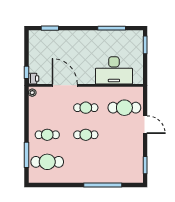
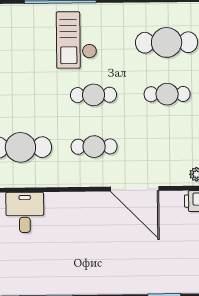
desk: (114, 70) -> (25, 212), width x0.53, depth x0.77
checkout: (94, 164) -> (77, 40), added

